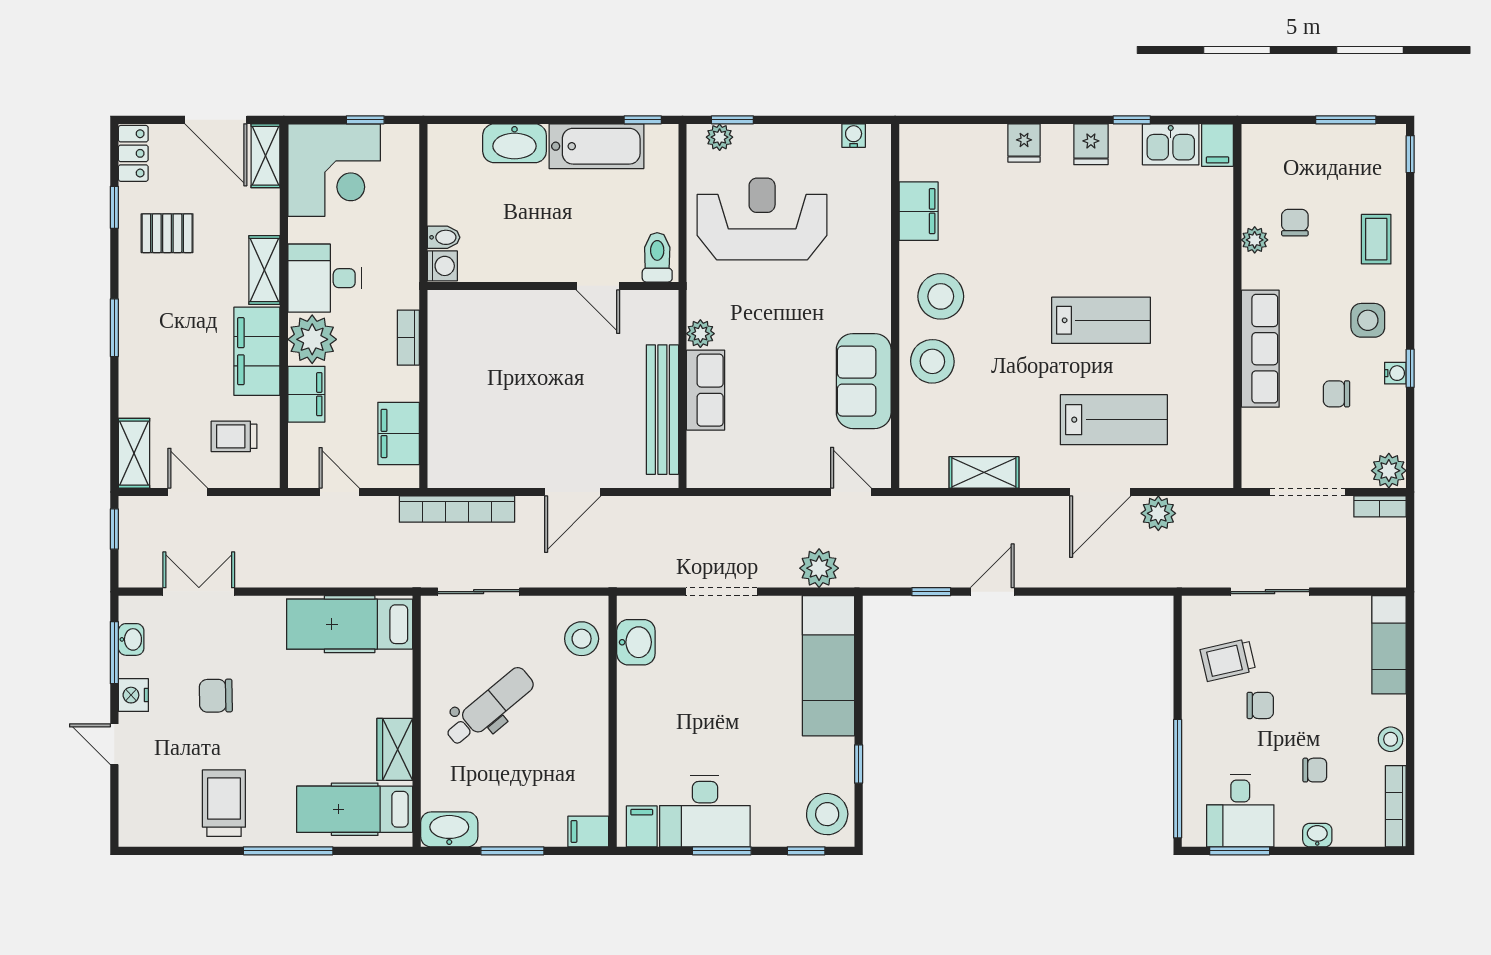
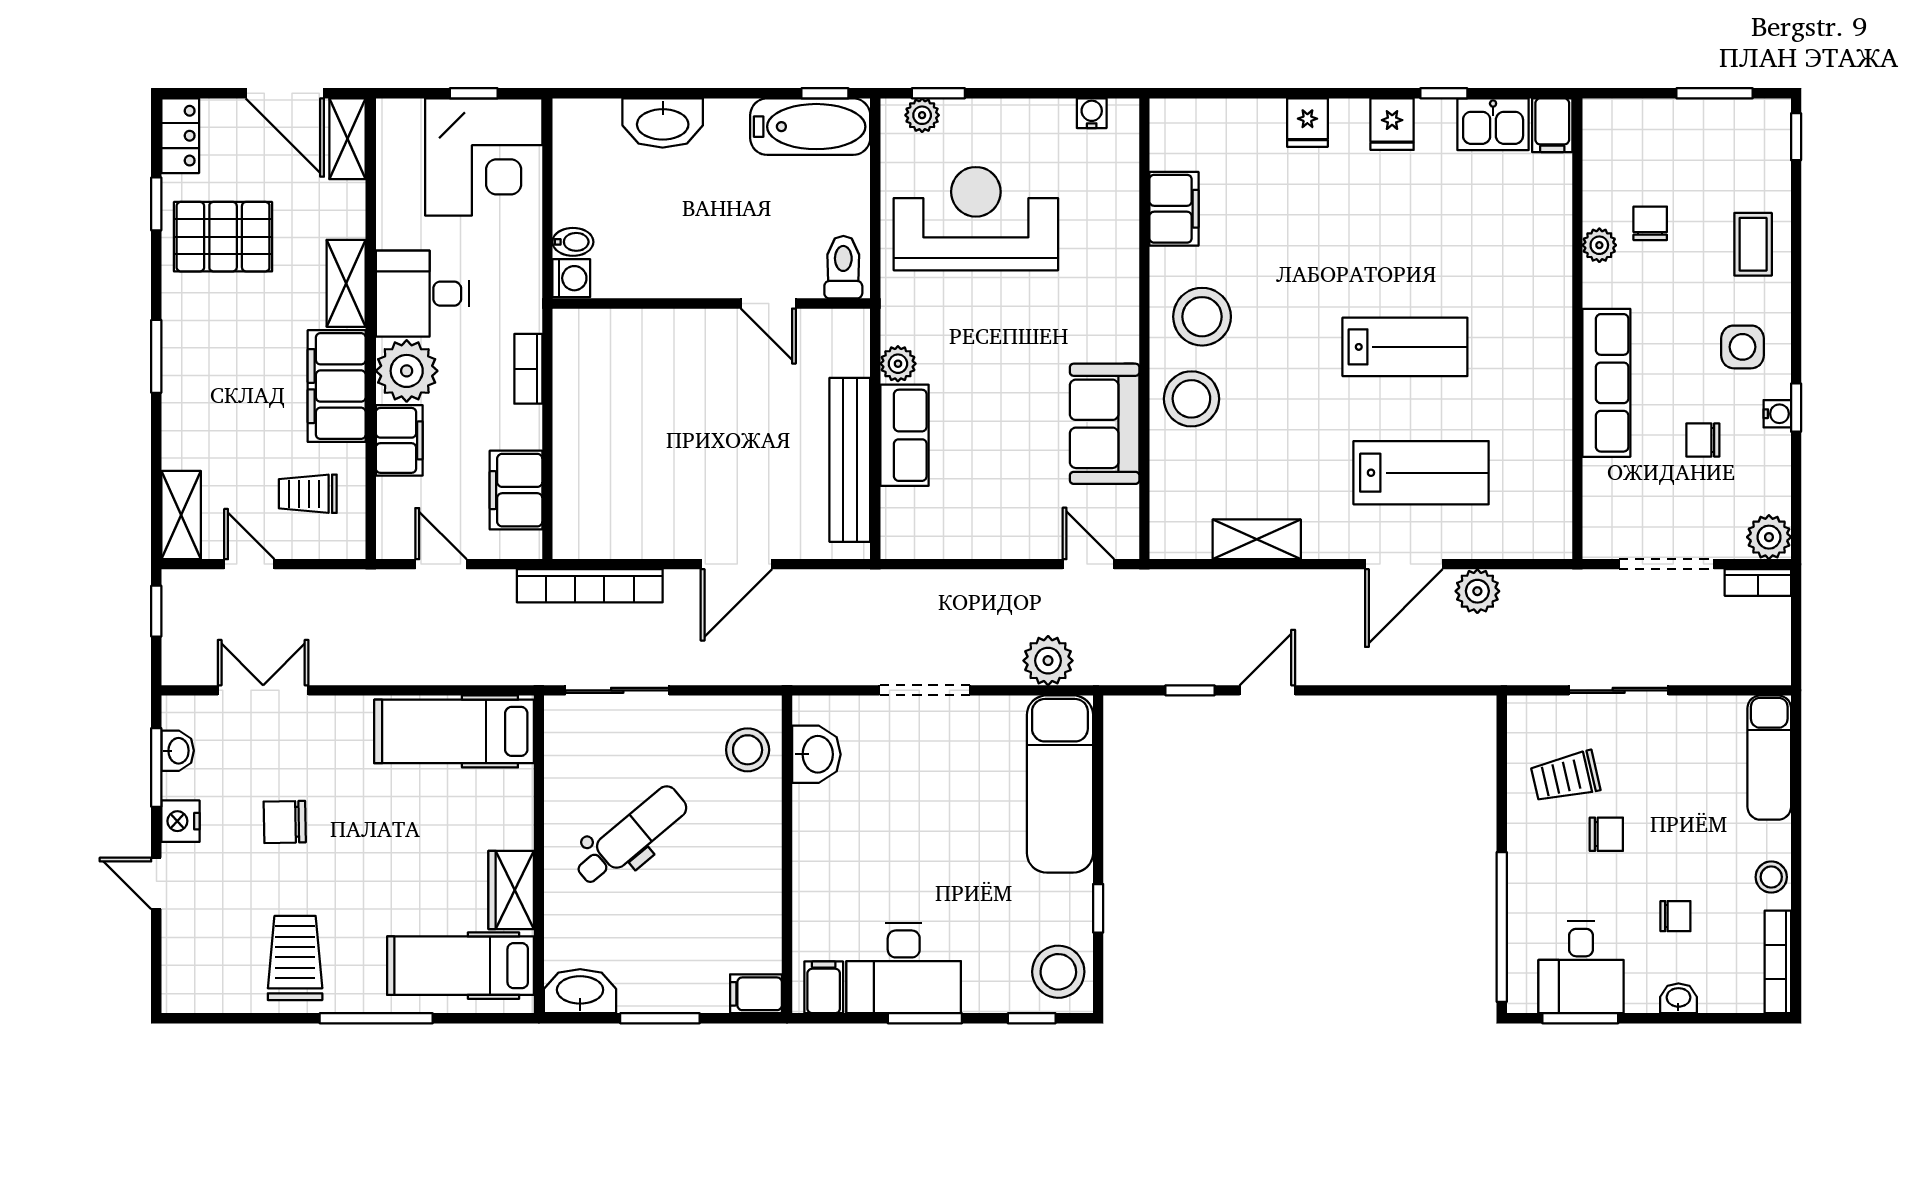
bathtub: (596, 146) -> (810, 127), moved
corner desk: (334, 170) -> (484, 157), moved
pallet: (167, 233) -> (223, 237), width x1.50, depth x1.42

